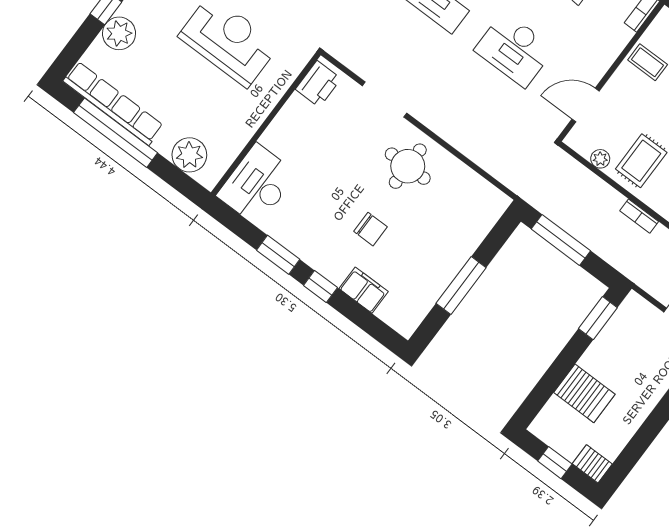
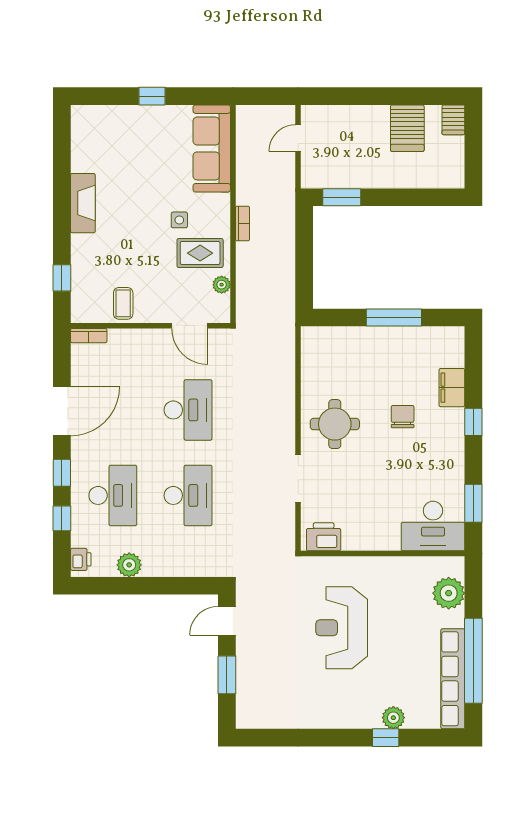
plant: (119, 33) -> (393, 718), width x0.73, depth x0.73
window: (561, 240) -> (304, 269), removed
window: (278, 255) -> (473, 503), moved
server rack: (584, 393) -> (407, 128), moved, turned 180
window: (555, 463) -> (473, 148), removed

